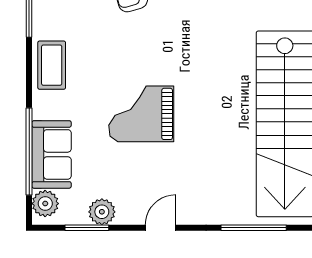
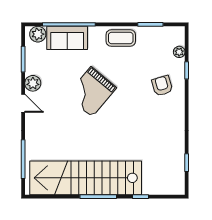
grand piano: (141, 114) -> (91, 92), turned -140
plant: (102, 212) -> (33, 83), moved

